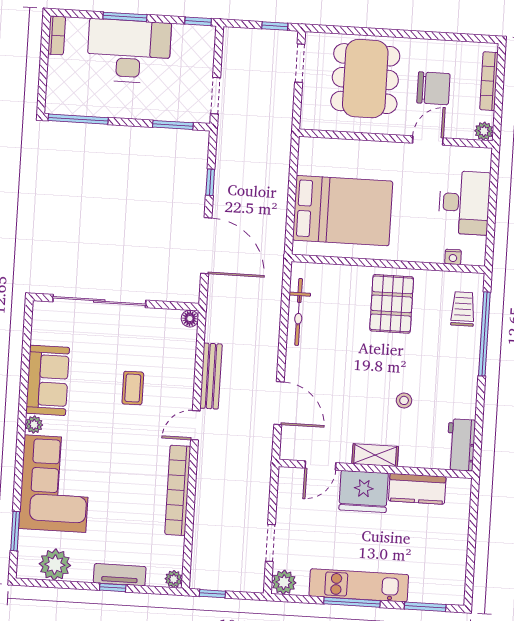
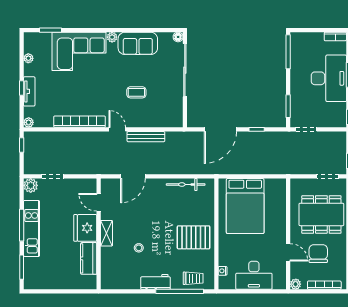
chair: (433, 88) -> (318, 254), turned 180
floor lamp: (190, 319) -> (178, 37), moved
workbench: (461, 445) -> (156, 282), moved
plant: (55, 565) -> (28, 58), width x0.53, depth x0.53

